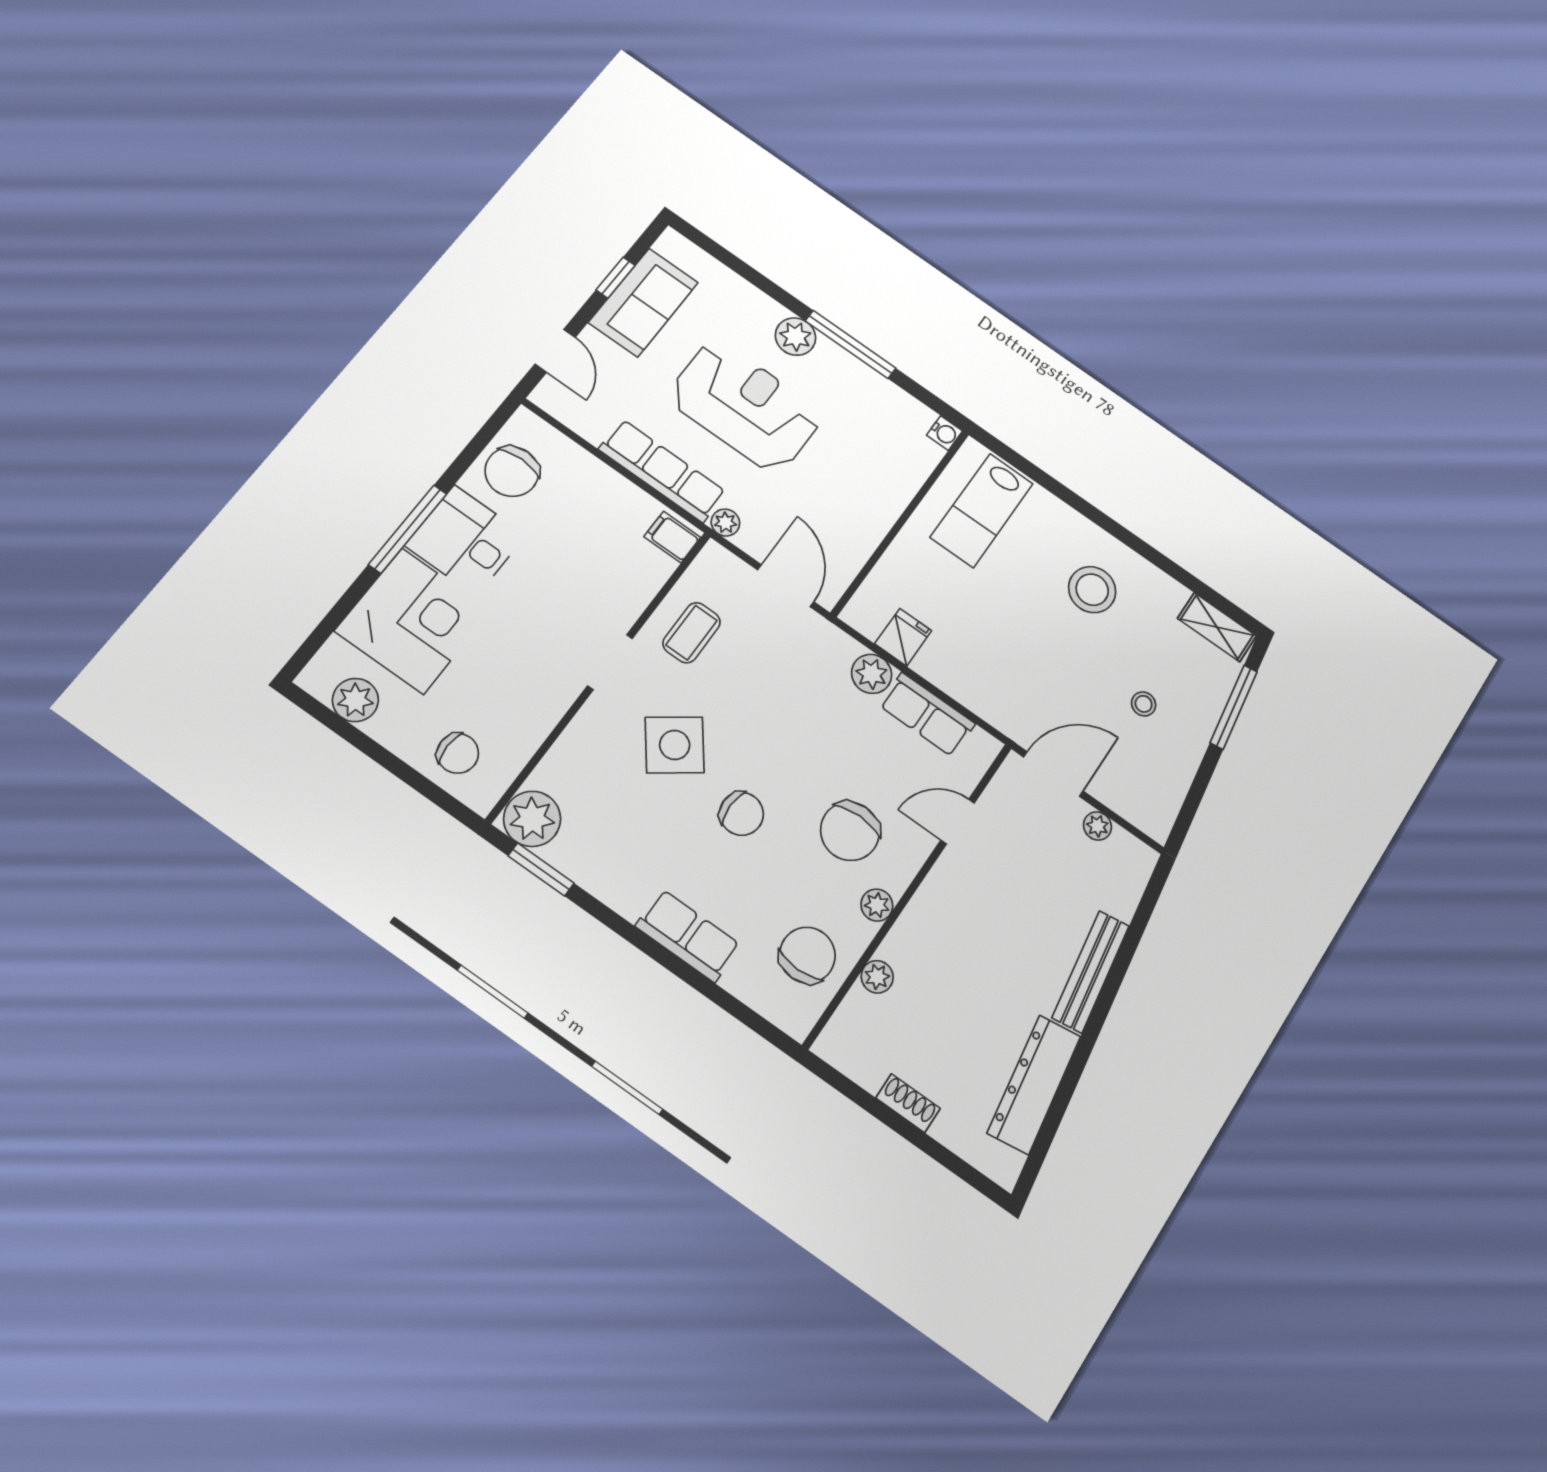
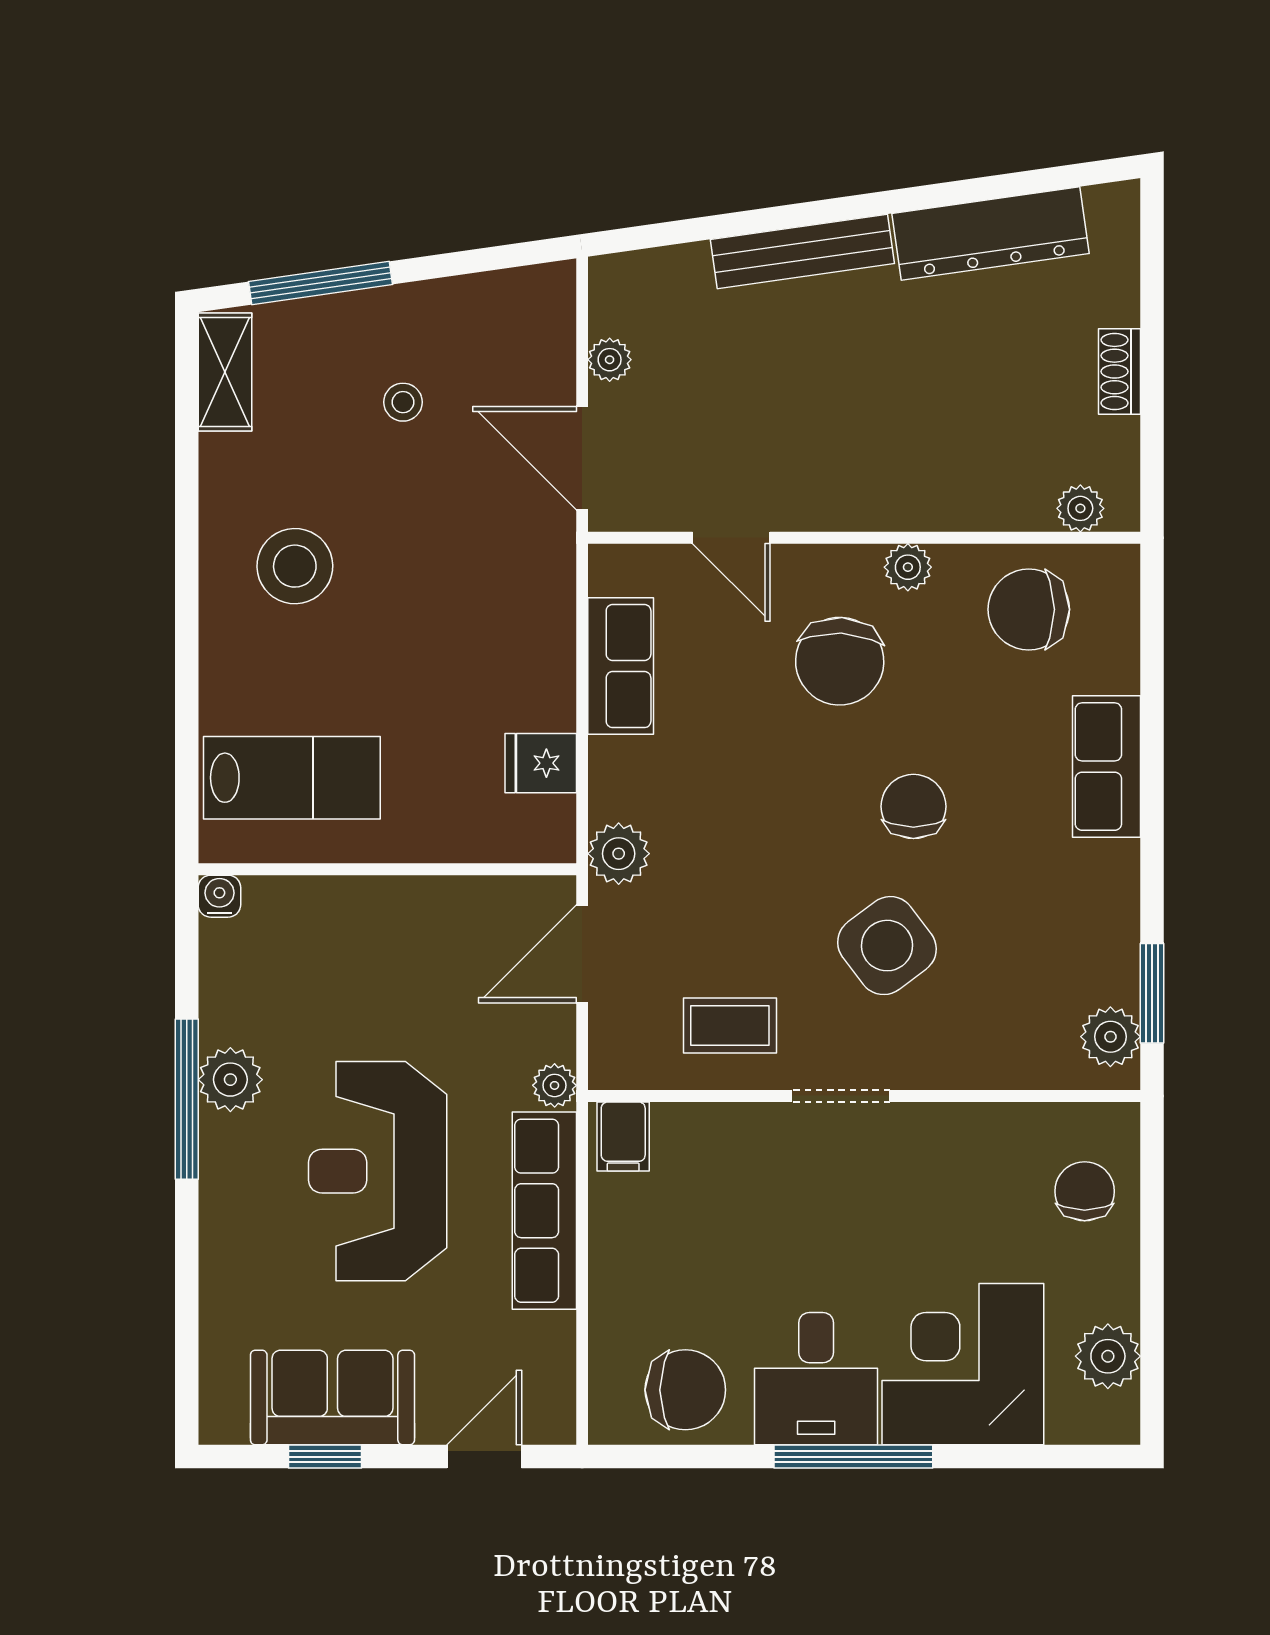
plant: (796, 337) -> (230, 1080), moved
plant: (872, 674) -> (619, 854), moved
plant: (532, 819) -> (1110, 1037), width x0.73, depth x0.73
chair: (850, 831) -> (840, 661), turned 93
plant: (877, 977) -> (1080, 508), moved

